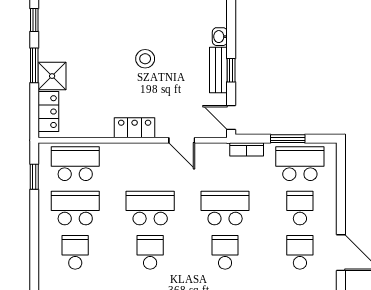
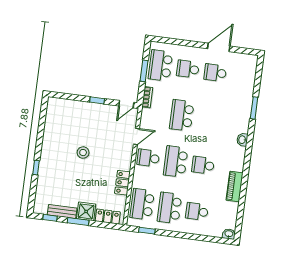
washbasin: (220, 37) -> (75, 105), removed
bench: (218, 70) -> (62, 211), moved
locker: (135, 128) -> (122, 183), moved
school desk: (225, 252) -> (148, 158), moved

